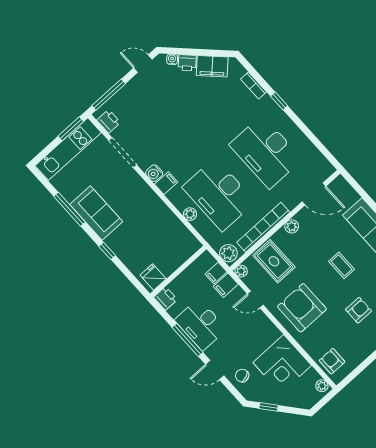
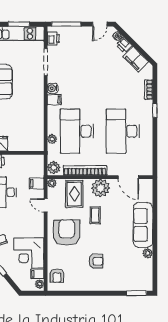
door: (143, 64) -> (100, 24), swing flipped
window: (71, 129) -> (19, 24), moved
plant: (190, 214) -> (52, 139), moved
plant: (292, 226) -> (101, 188), width x1.88, depth x1.88
coffee table: (341, 265) -> (95, 215), moved
filing cabinet: (216, 273) -> (37, 274), moved
armchair: (332, 361) -> (57, 276), turned 180

